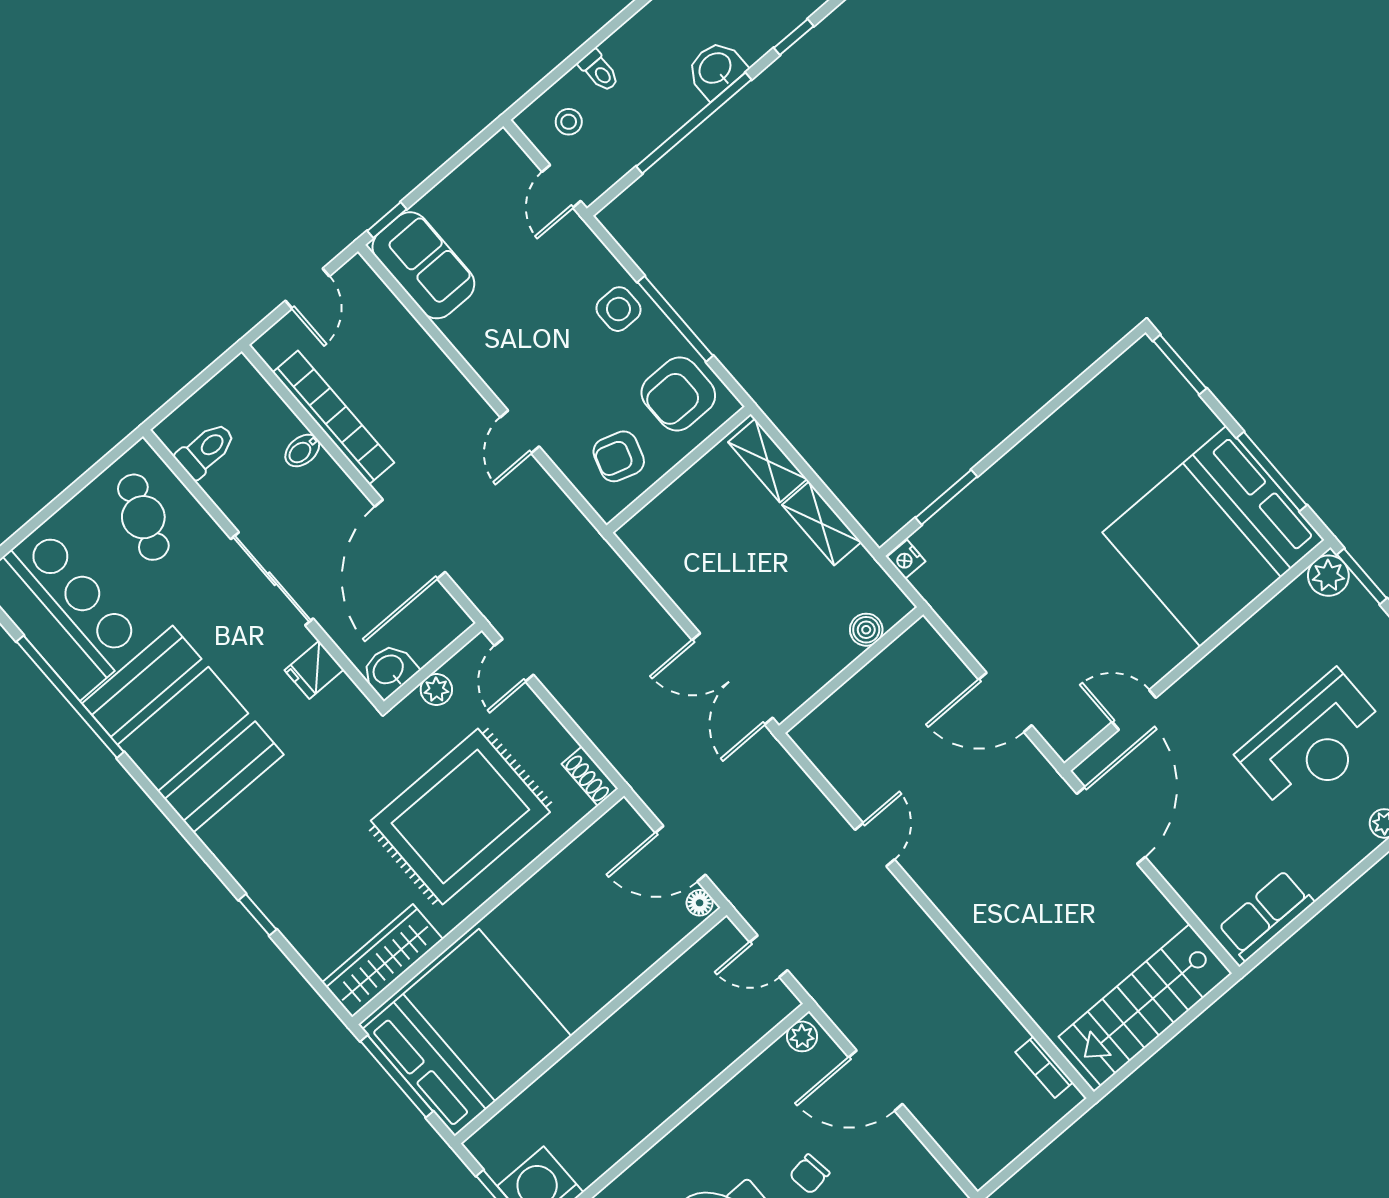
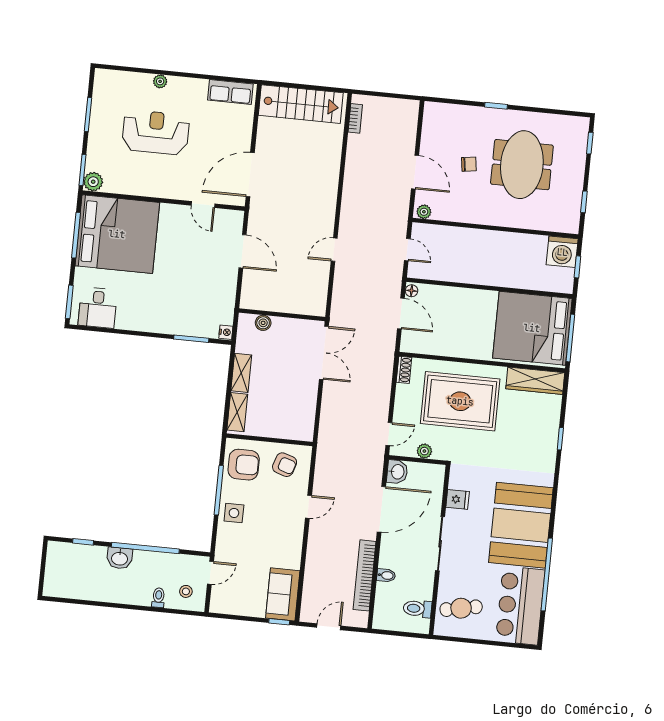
desk: (1130, 399) -> (98, 308), added
cafe table: (143, 517) -> (461, 608), turned 58
washbasin: (389, 670) -> (397, 472), moved, turned -90

